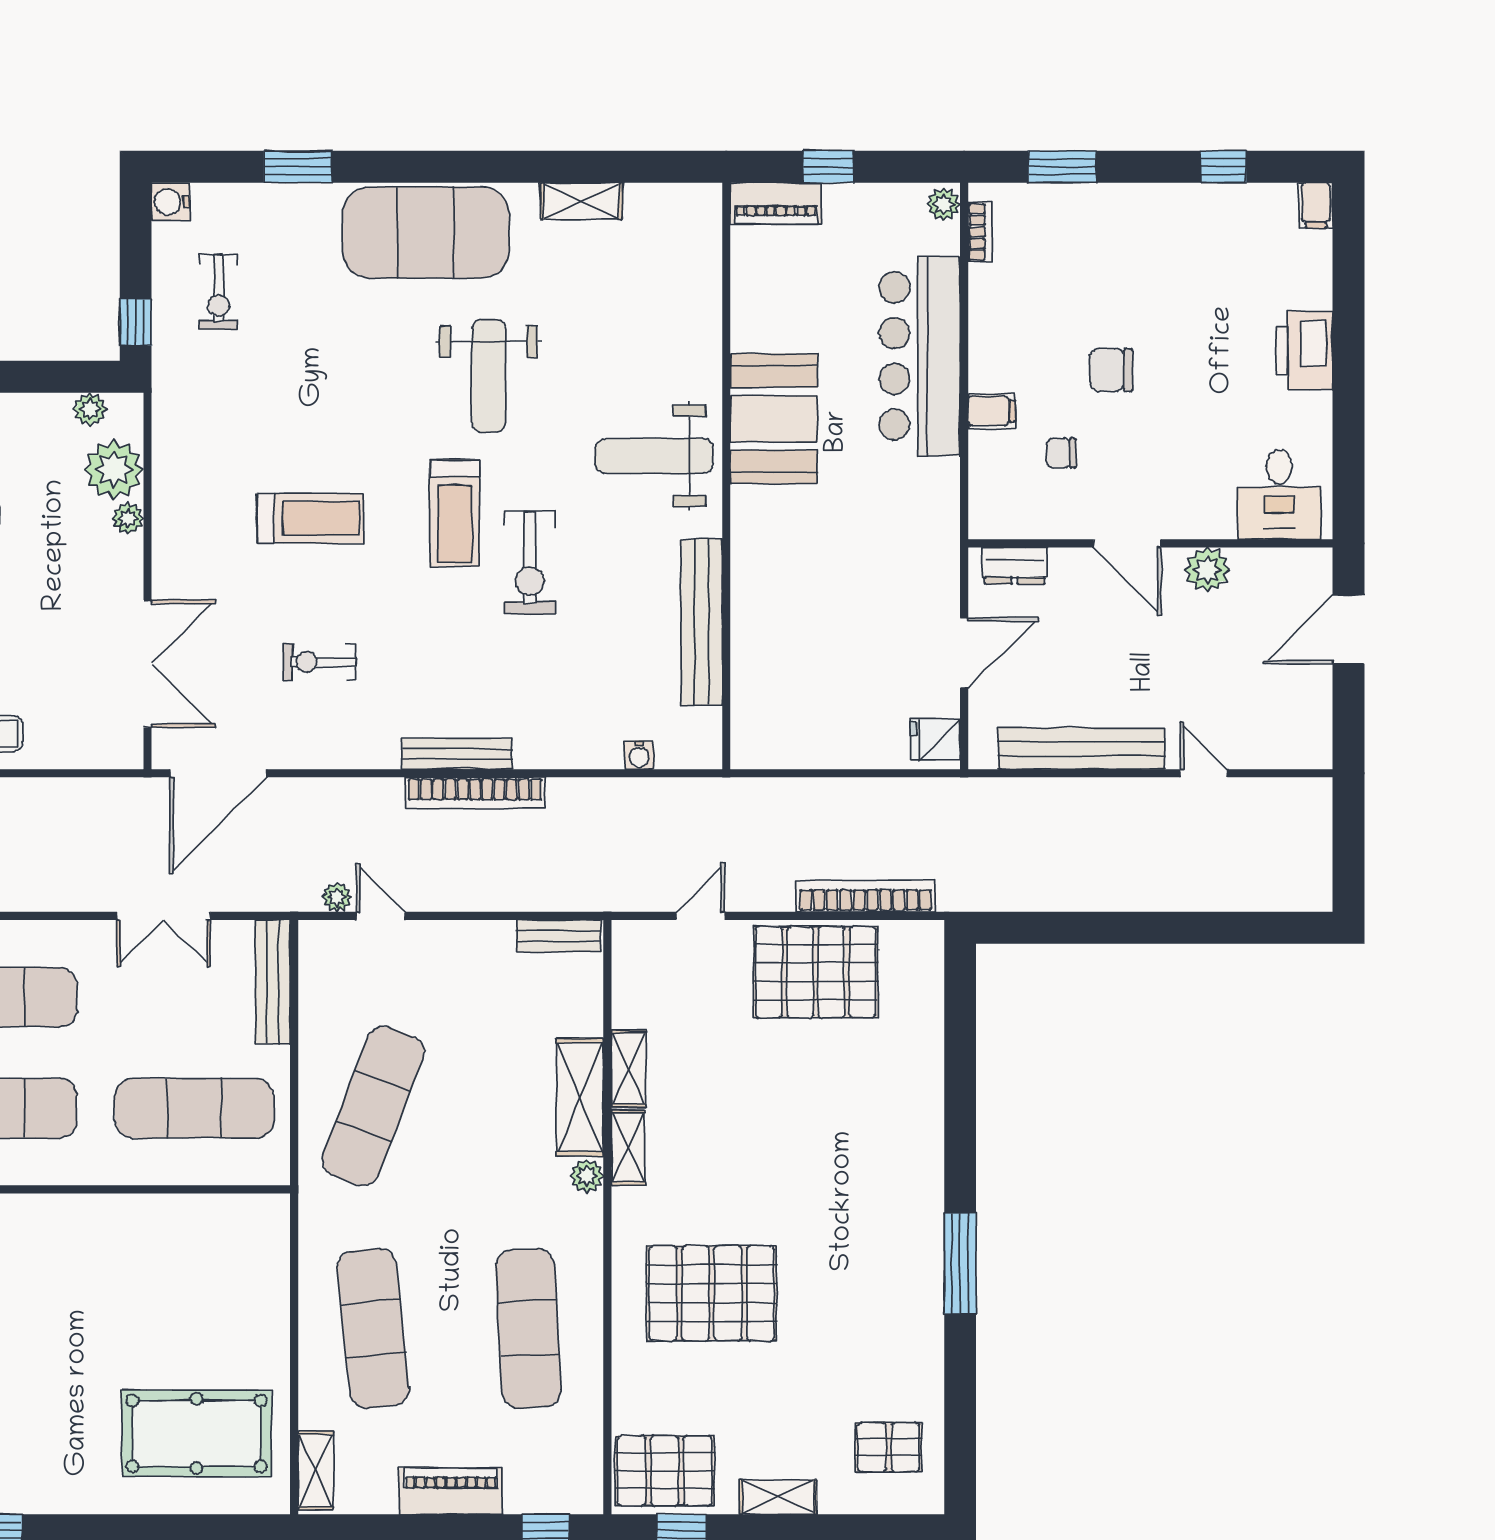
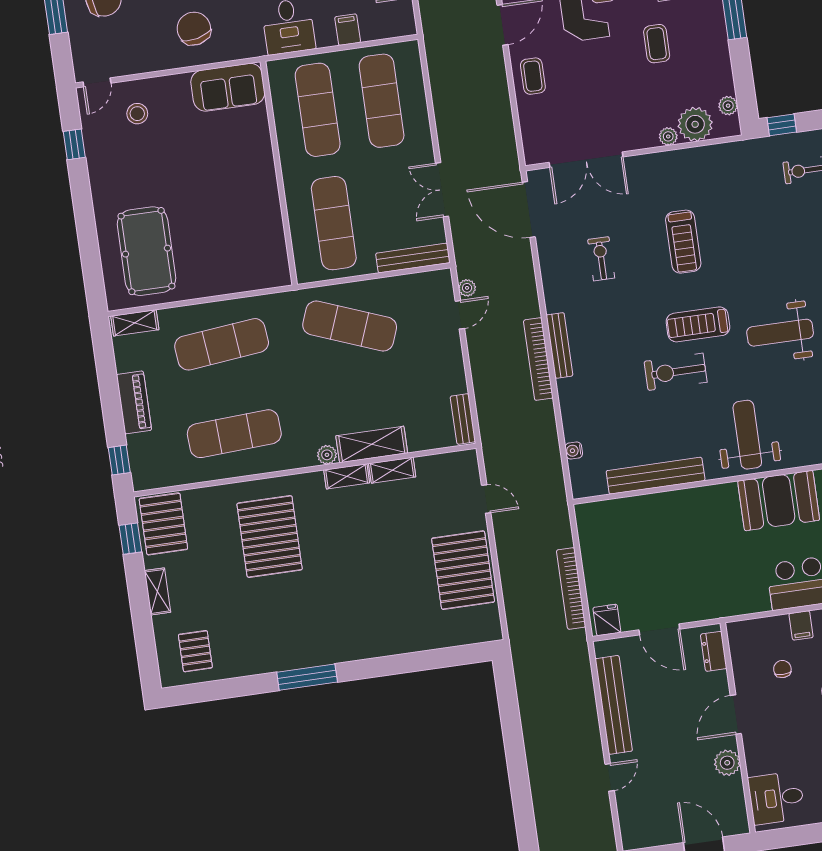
bookcase: (866, 896) -> (571, 588), moved, turned 180

